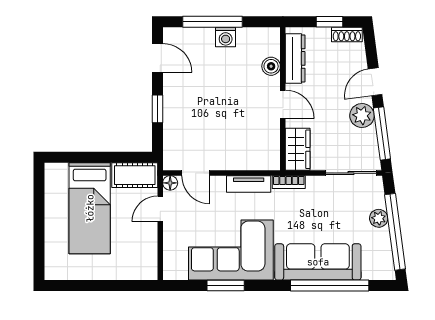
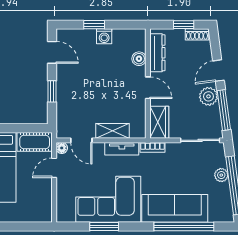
window: (213, 22) -> (94, 25), width x0.46
shelving: (237, 161) -> (112, 131), added

